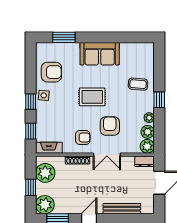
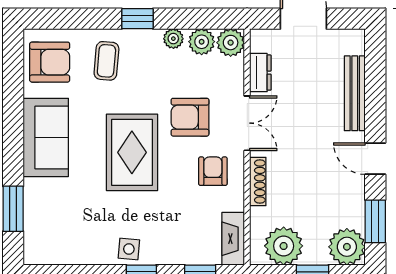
armchair: (51, 72) -> (50, 62), moved, turned 90
rug: (92, 97) -> (132, 152), width x1.36, depth x1.43
dresser: (145, 161) -> (260, 73), moved

